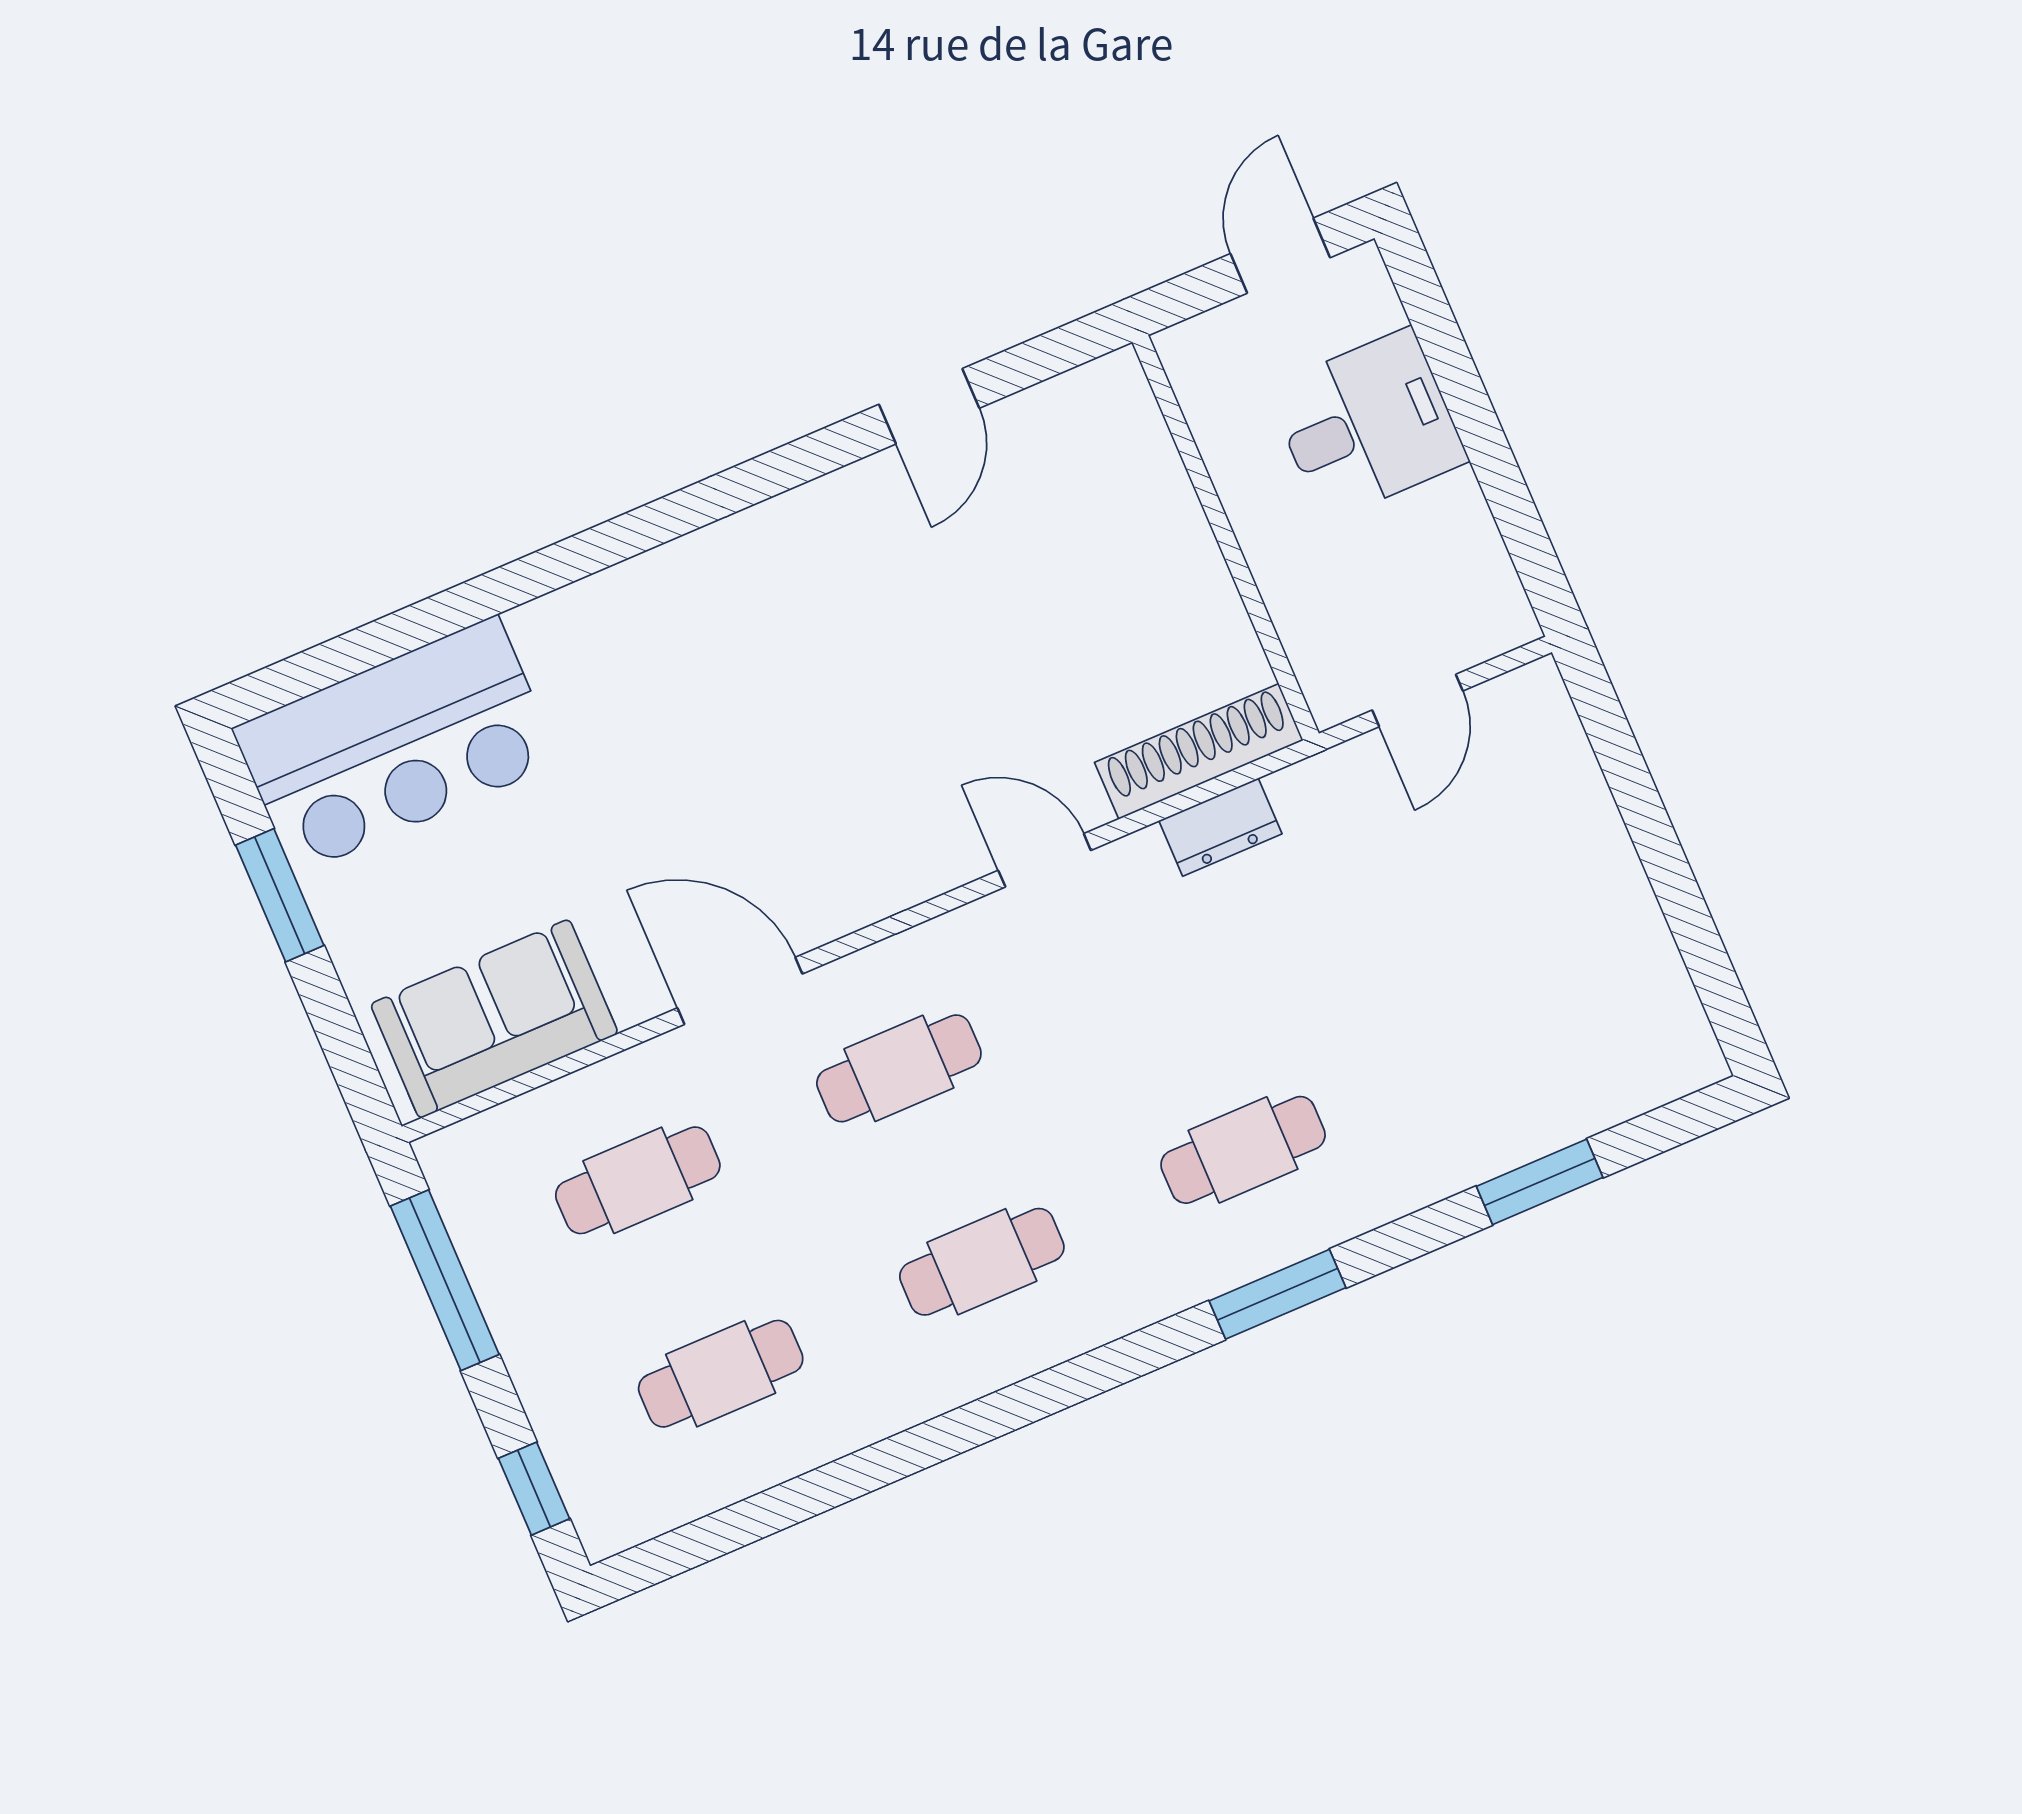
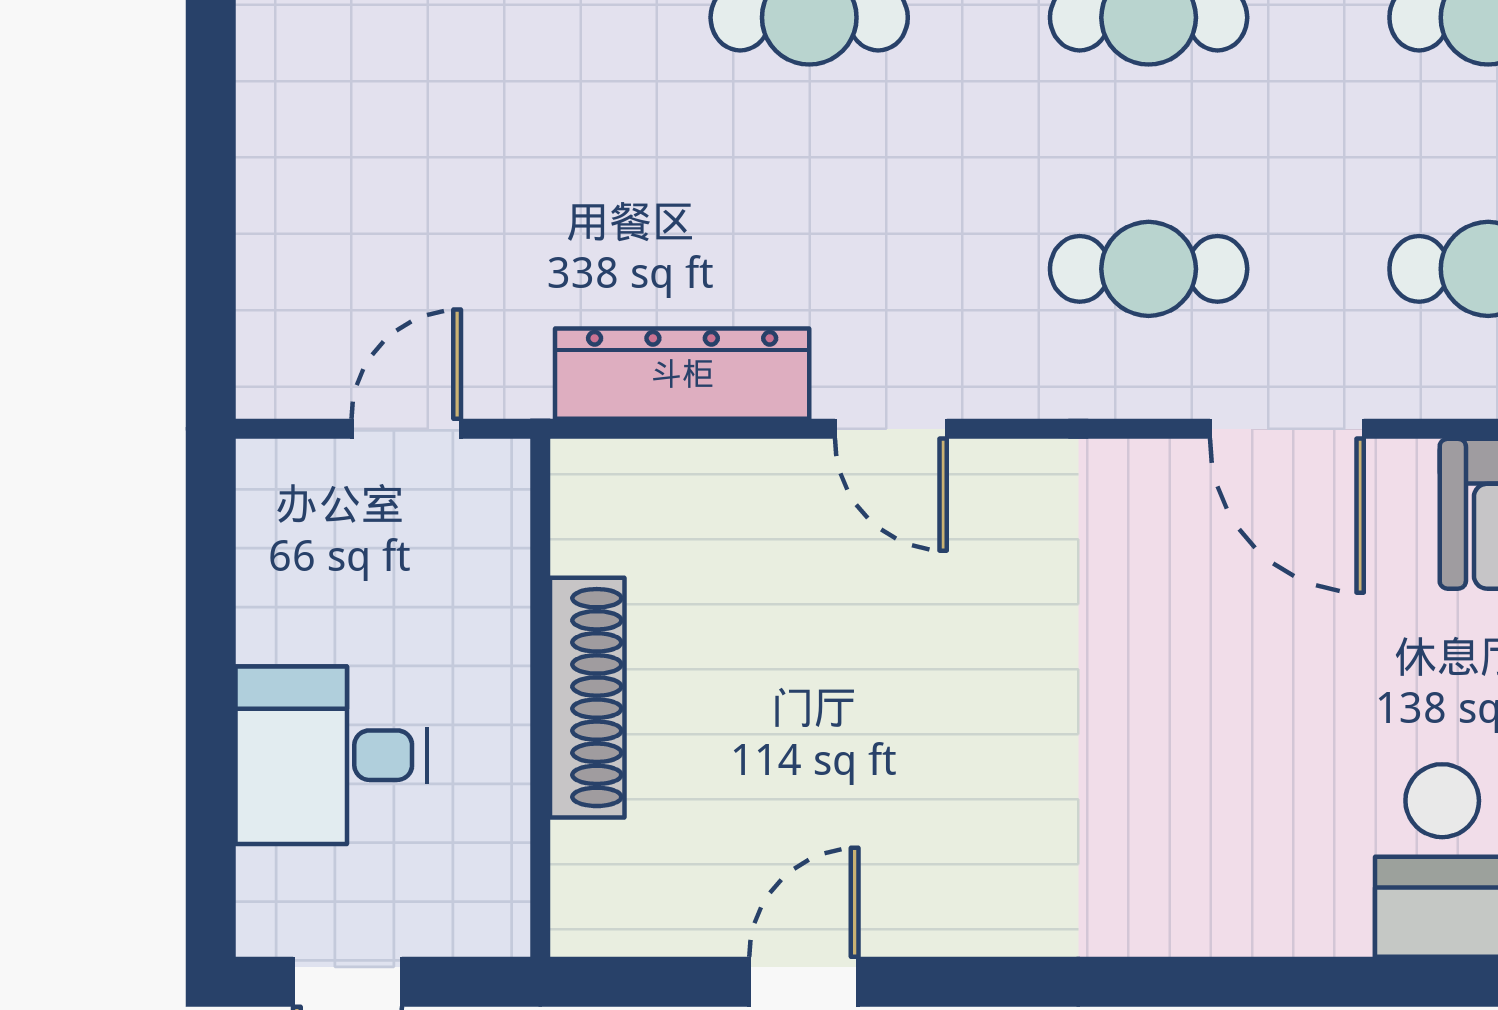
shoe rack: (1199, 751) -> (587, 698), moved, turned -90
dresser: (1220, 827) -> (682, 374), width x1.96, depth x1.24

